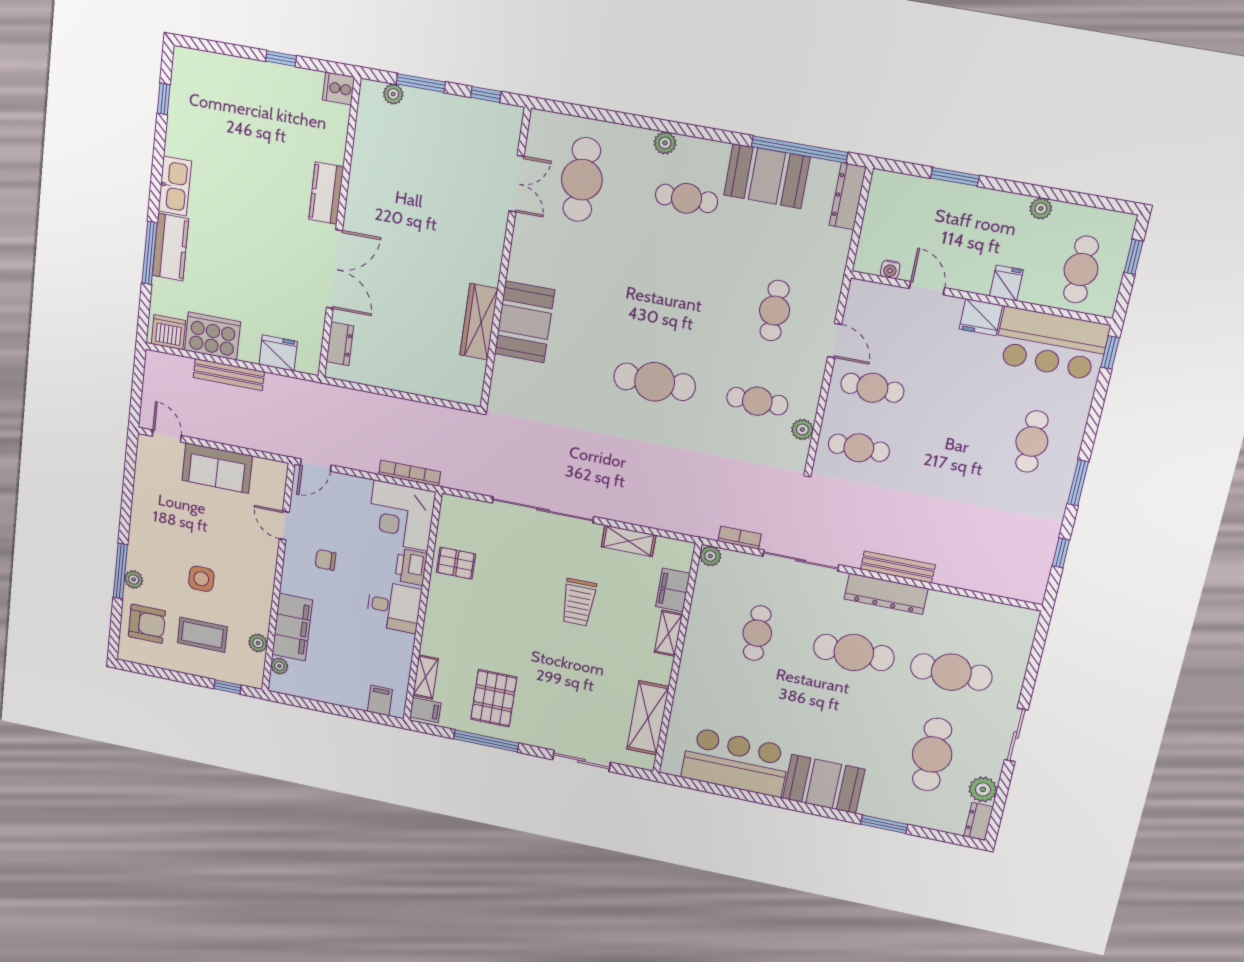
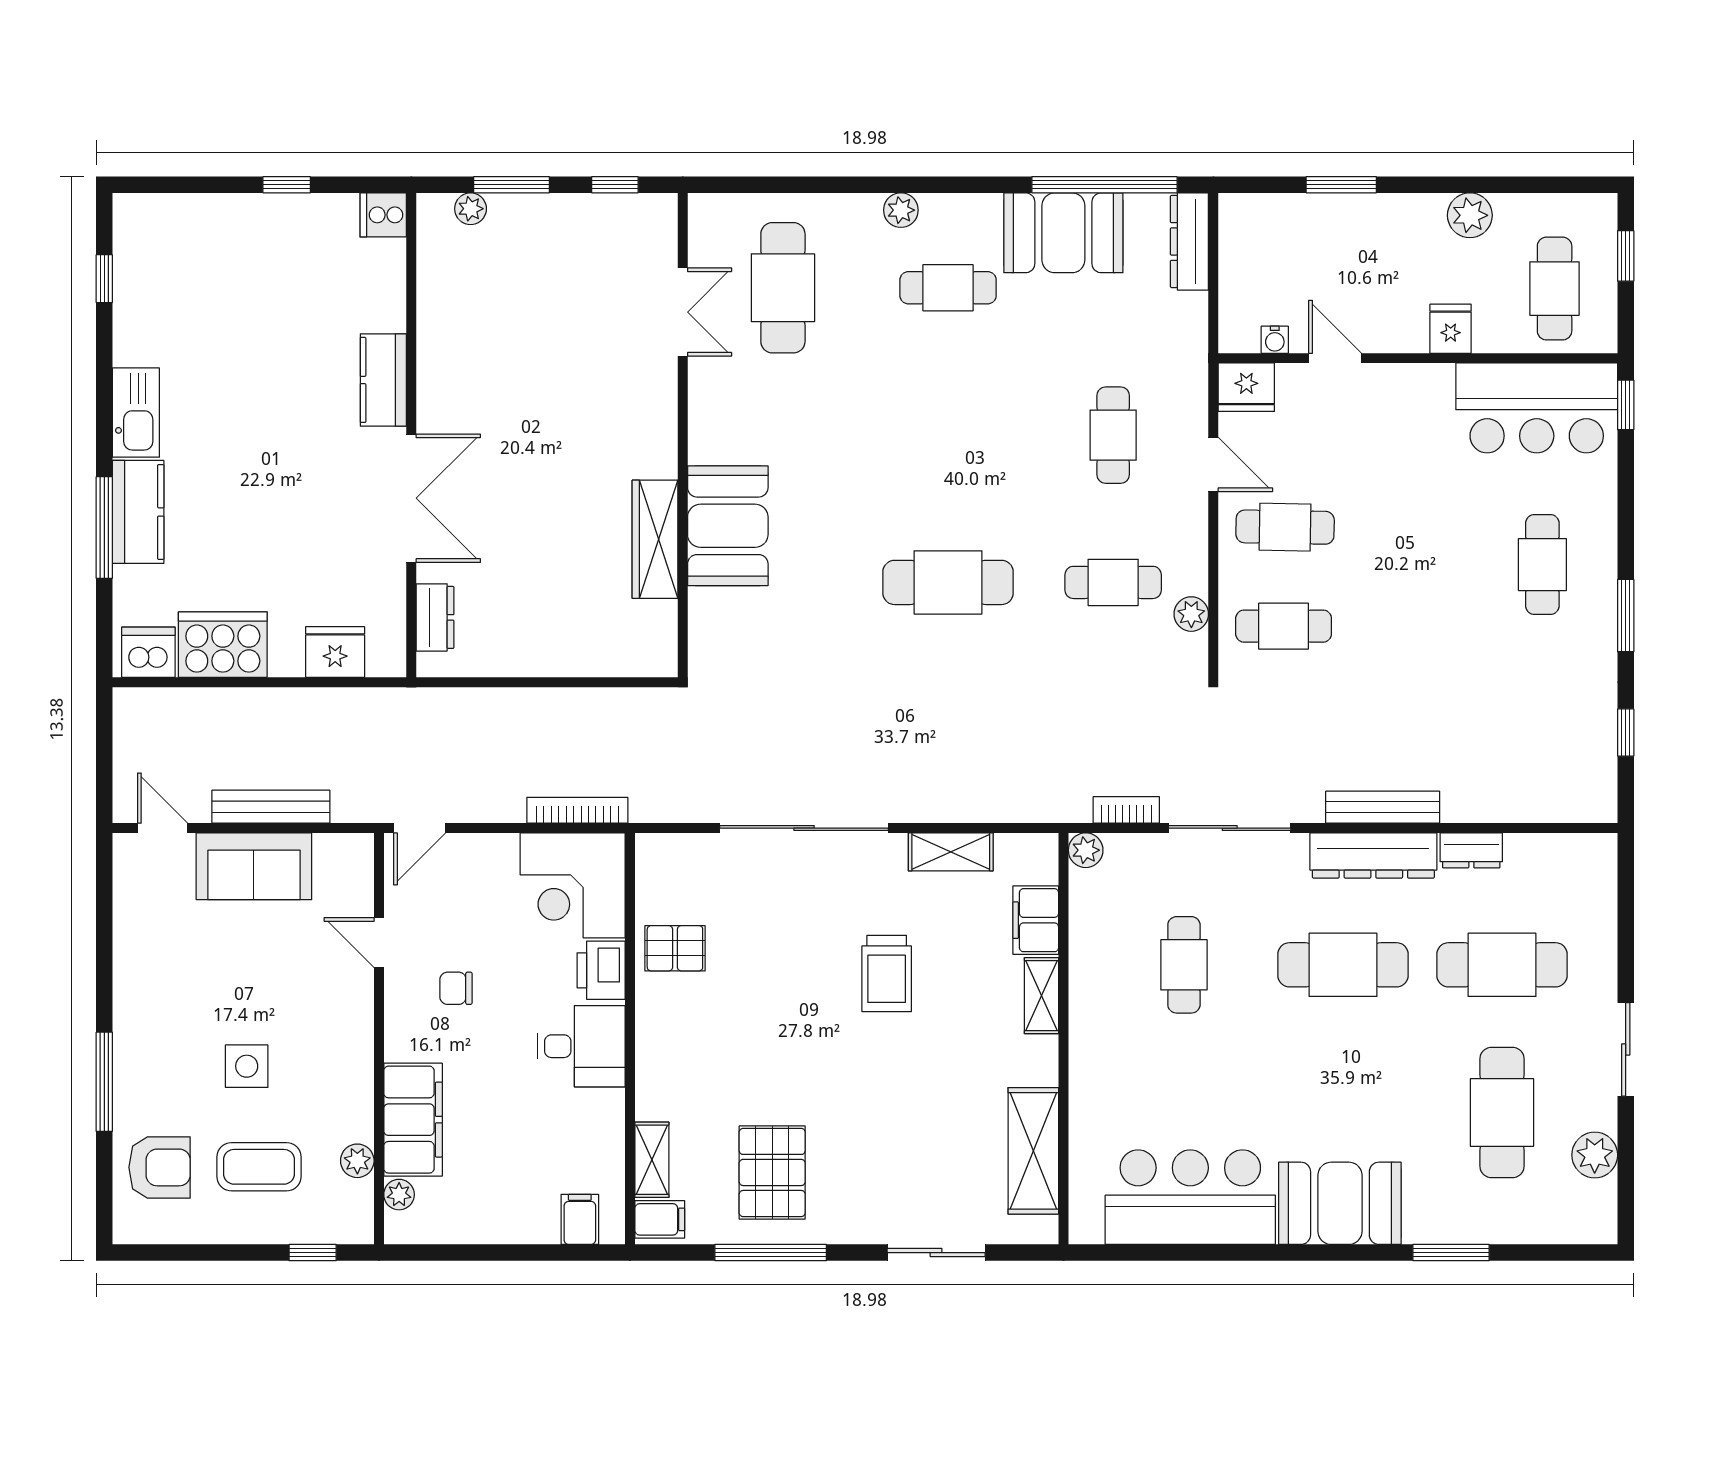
plant: (1041, 209) -> (1470, 215), width x1.38, depth x1.38
fridge: (981, 317) -> (1246, 387), moved
bench: (229, 375) -> (271, 807), moved
plant: (134, 579) -> (129, 1092), removed
dresser: (979, 821) -> (1471, 850), moved, turned -90

